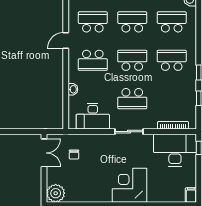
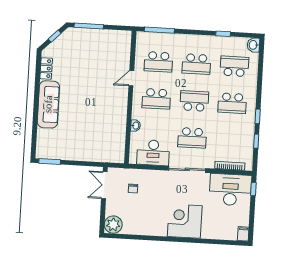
school desk: (93, 22) -> (158, 62), turned 180
school desk: (132, 22) -> (196, 64), turned 180
school desk: (172, 60) -> (232, 103), turned 180
sliding door: (129, 132) -> (187, 169), width x1.37
double door: (44, 153) -> (104, 185), swing flipped

